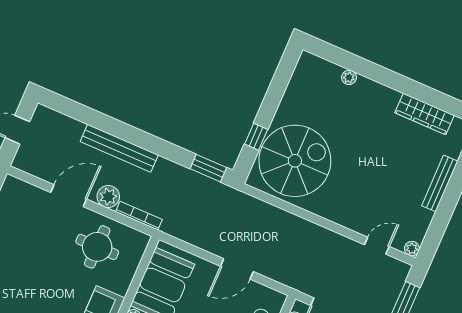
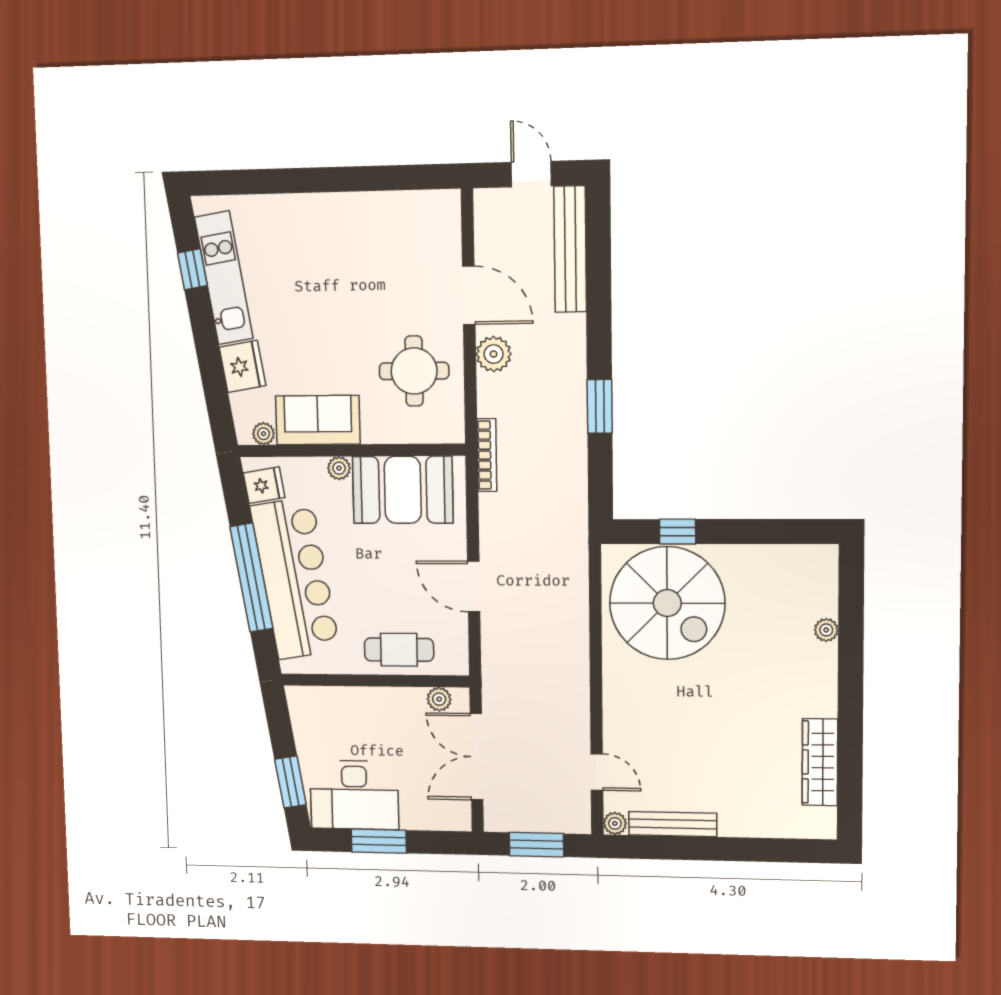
bench: (119, 148) -> (570, 249), moved
window: (208, 168) -> (600, 406), moved
bench: (440, 183) -> (673, 824), moved
bookcase: (139, 216) -> (487, 455), moved

